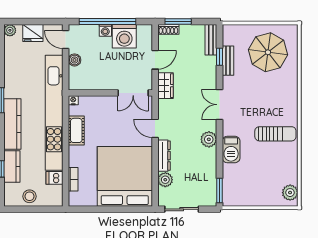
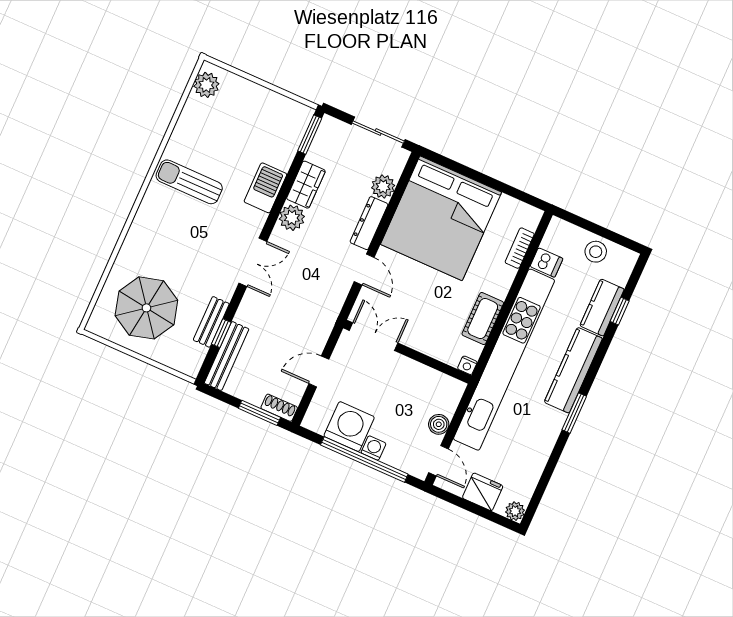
bench: (211, 40) -> (227, 356), width x1.36
wardrobe: (166, 86) -> (306, 185), moved, turned 180

